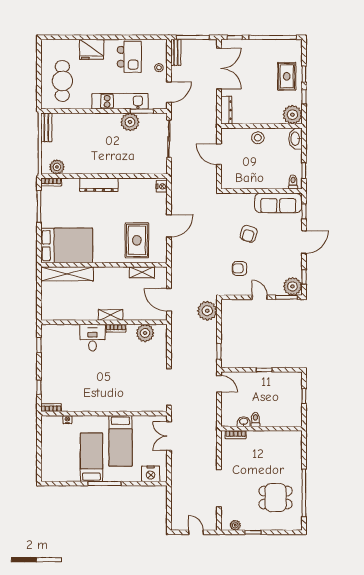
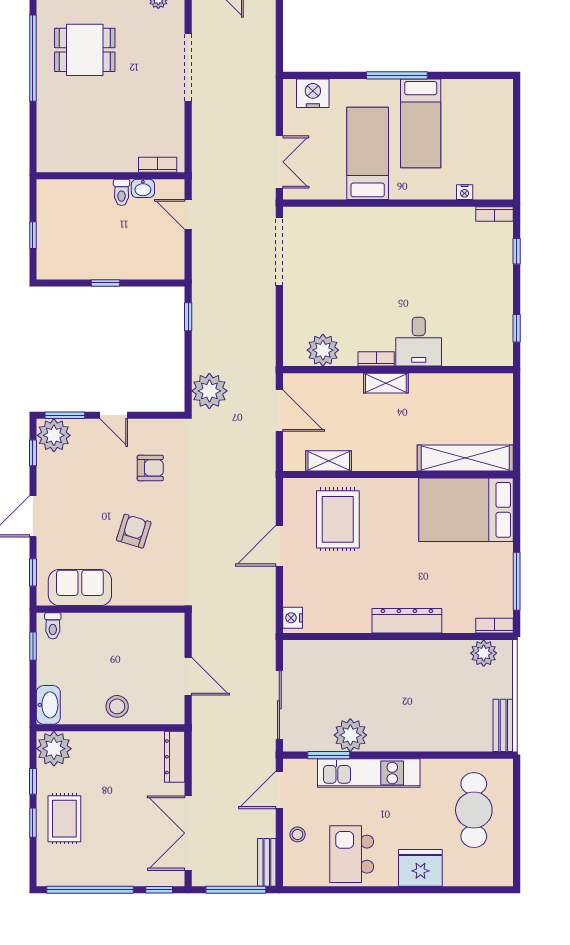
sofa: (278, 203) -> (80, 588), width x0.73
door: (219, 384) -> (188, 214), moved

